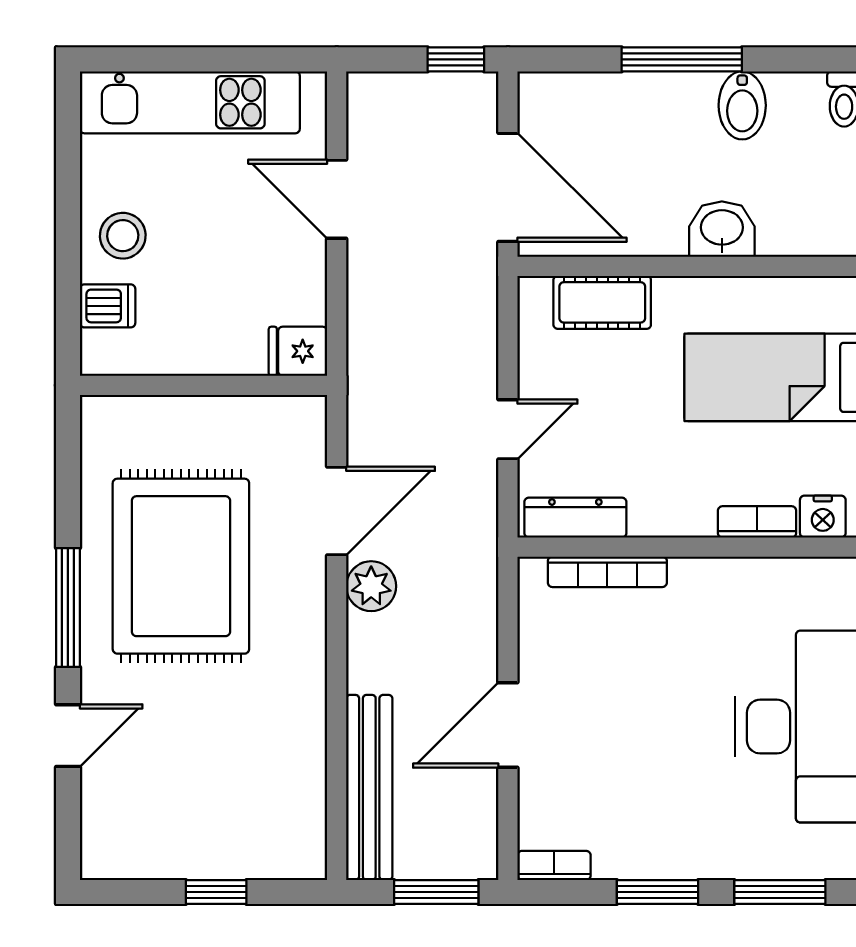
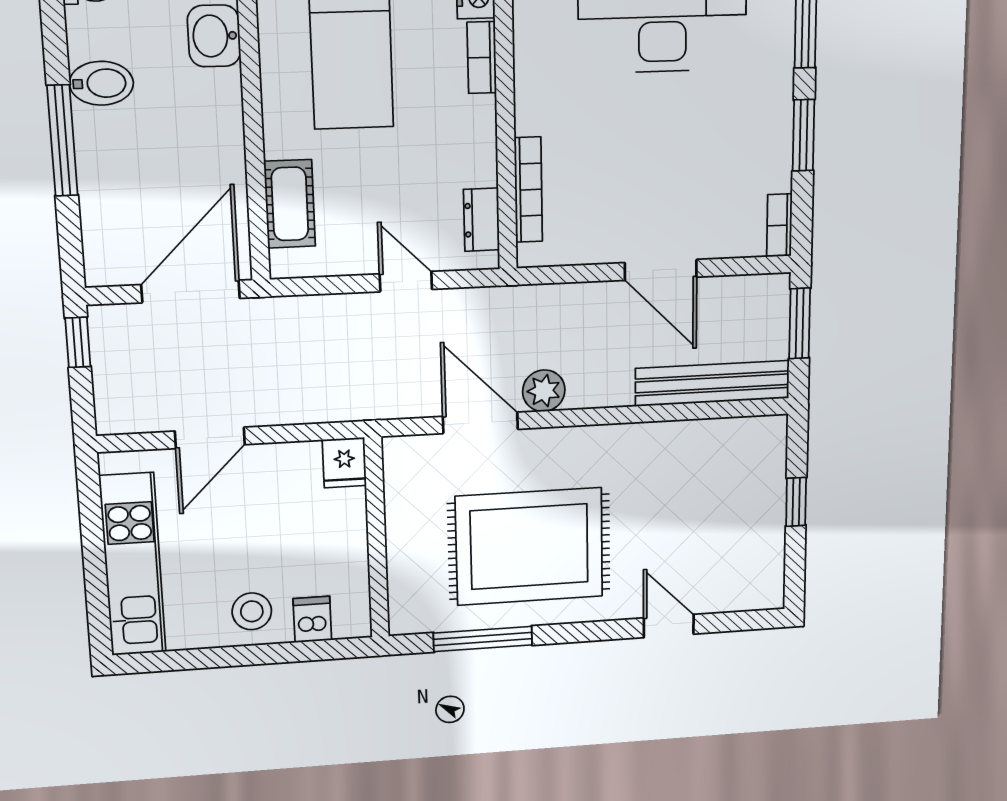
washbasin: (722, 229) -> (214, 36), moved
dresser: (575, 518) -> (482, 220), width x0.70
window: (68, 608) -> (483, 639), moved

